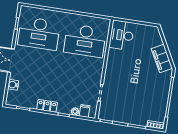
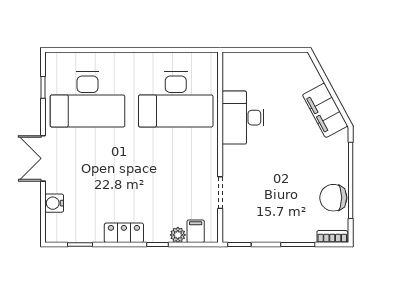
desk: (122, 35) -> (243, 118), moved
chair: (159, 105) -> (333, 198), added

